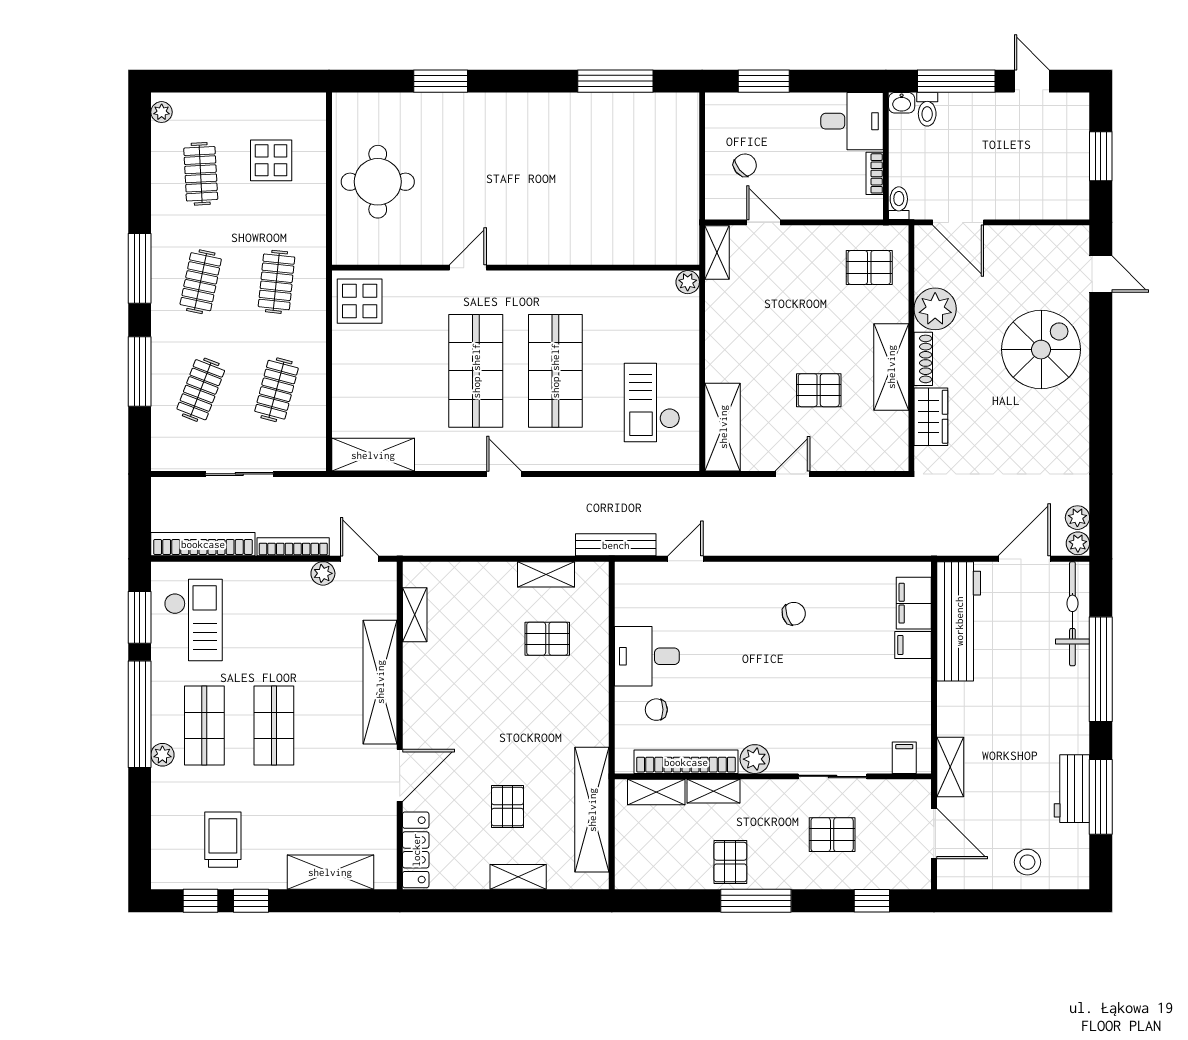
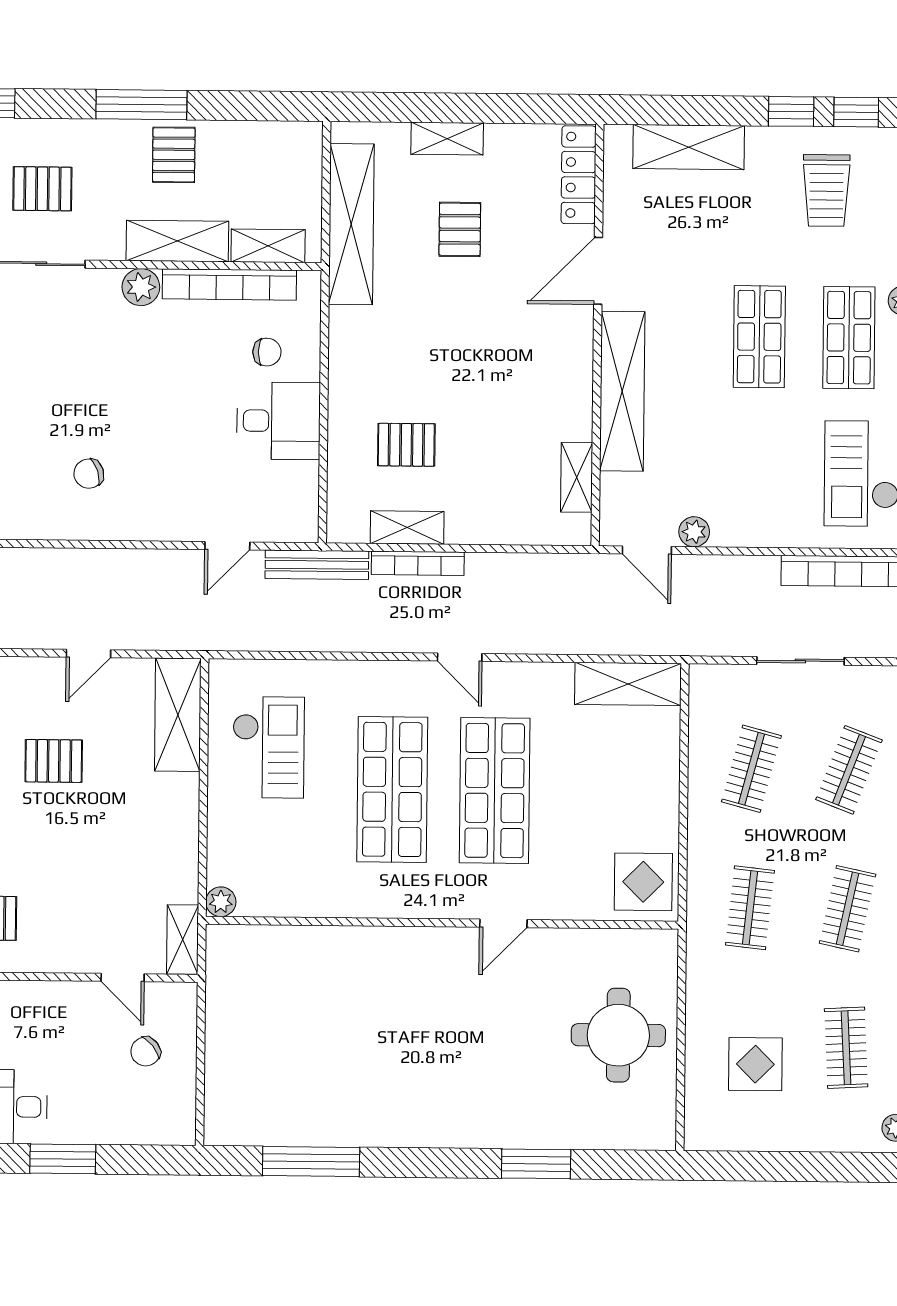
window: (764, 81) -> (63, 1159), moved
bookcase: (293, 547) -> (418, 563), moved
shelving: (714, 791) -> (177, 241), width x1.50, depth x1.33

